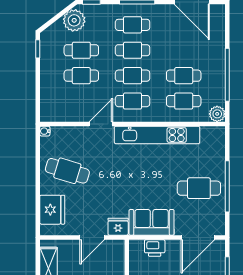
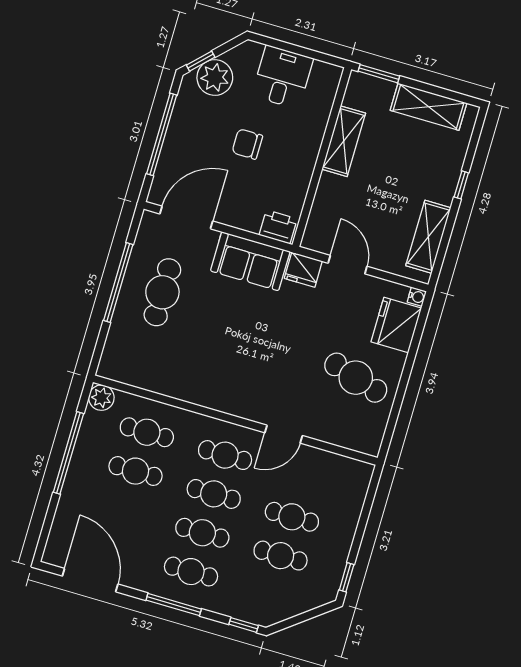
plant: (74, 20) -> (278, 604), removed
water cooler: (45, 131) -> (417, 297), moved
kitchen unit: (157, 135) -> (203, 392), removed
cafe table: (199, 188) -> (162, 292), turned 90
door: (92, 237) -> (348, 265), hinge flipped
printer: (155, 248) -> (278, 227), moved

